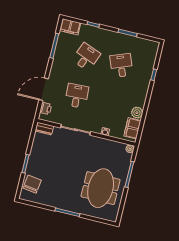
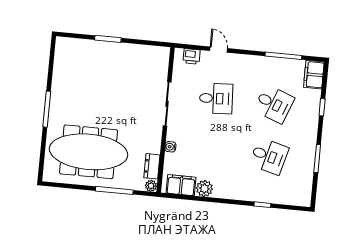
desk: (121, 65) -> (269, 156), turned 36
door: (44, 89) -> (219, 50), width x0.53
dresser: (44, 129) -> (152, 166), moved
chair: (32, 184) -> (80, 53), removed
meeting table: (101, 188) -> (89, 152), width x1.36

